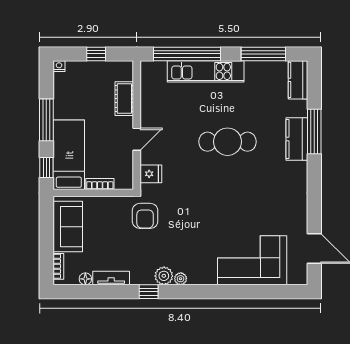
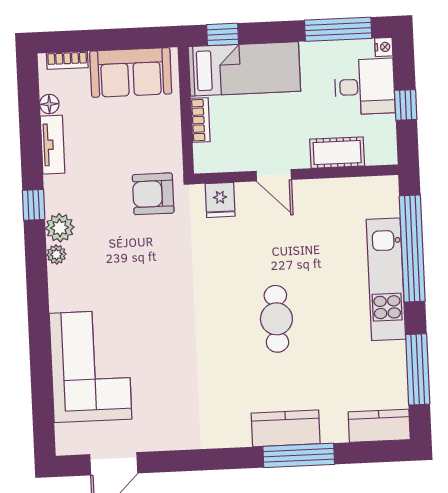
desk: (83, 79) -> (365, 87), added
window: (46, 120) -> (338, 29), moved
cafe table: (227, 142) -> (276, 319), width x0.73, depth x0.74

